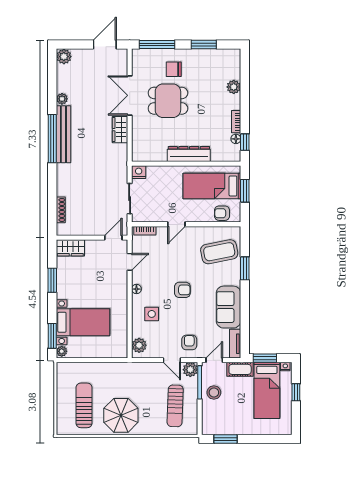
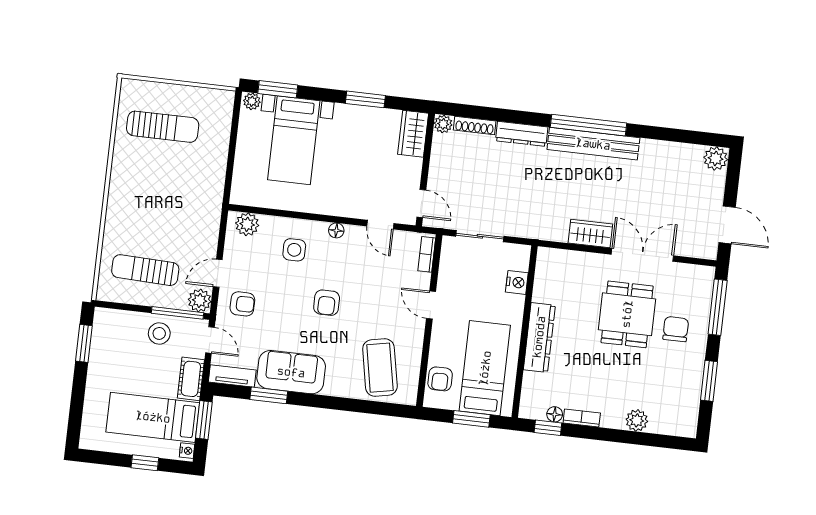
plant: (62, 99) -> (443, 124), moved
nightstand: (139, 172) -> (517, 282), moved
dresser: (63, 180) -> (522, 134), added
armchair: (222, 213) -> (440, 379), turned 180
window: (245, 268) -> (269, 395), moved
parasol: (121, 415) -> (140, 183), removed

